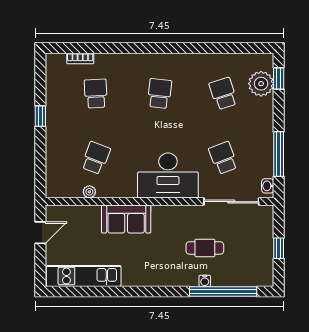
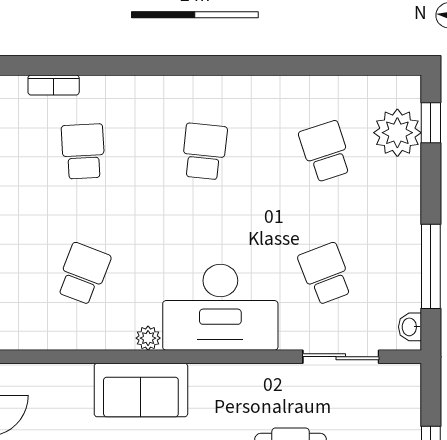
plant: (89, 192) -> (148, 338), moved
sliding door: (231, 202) -> (341, 357), width x0.73

